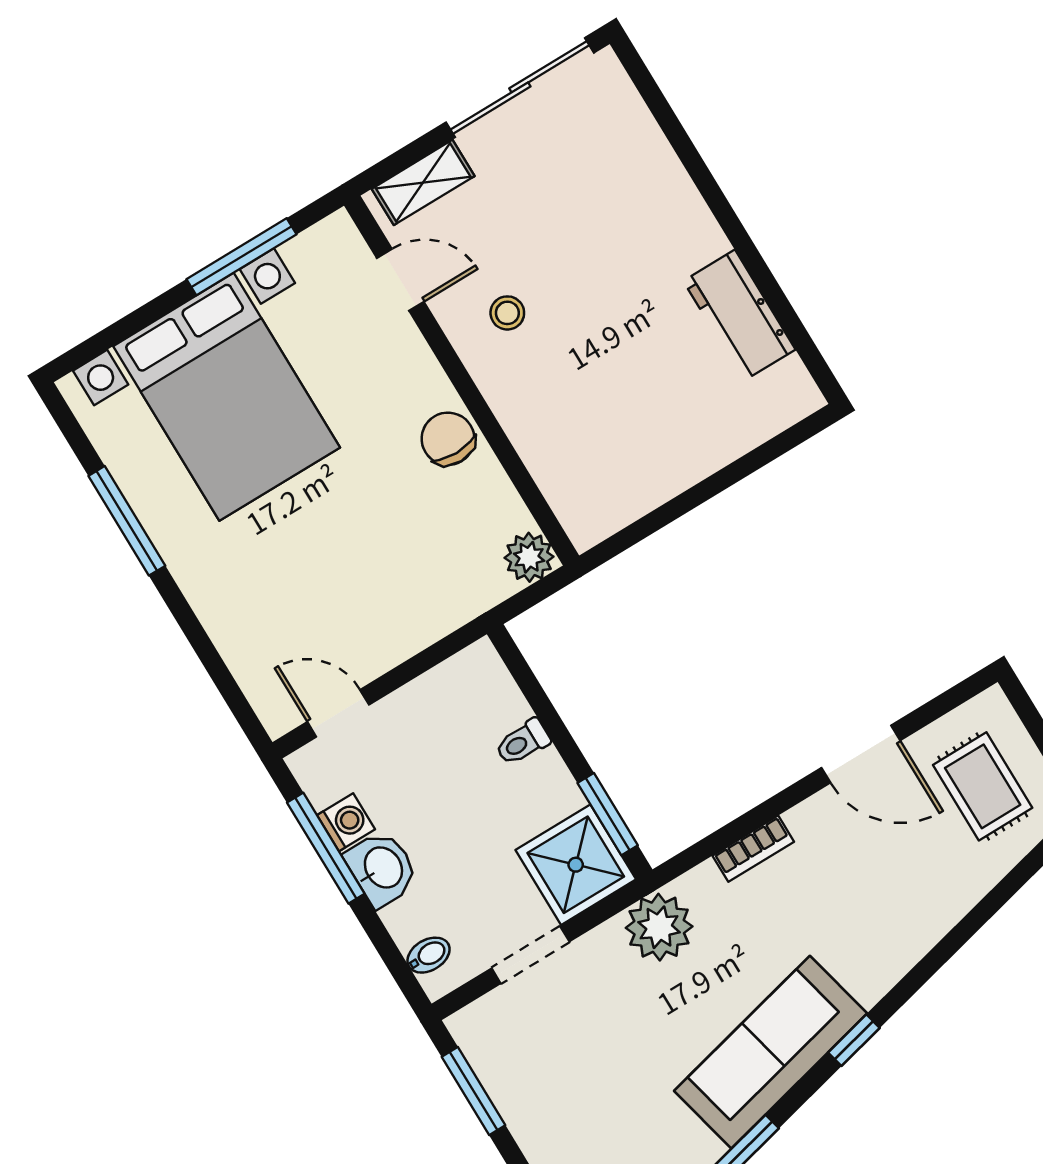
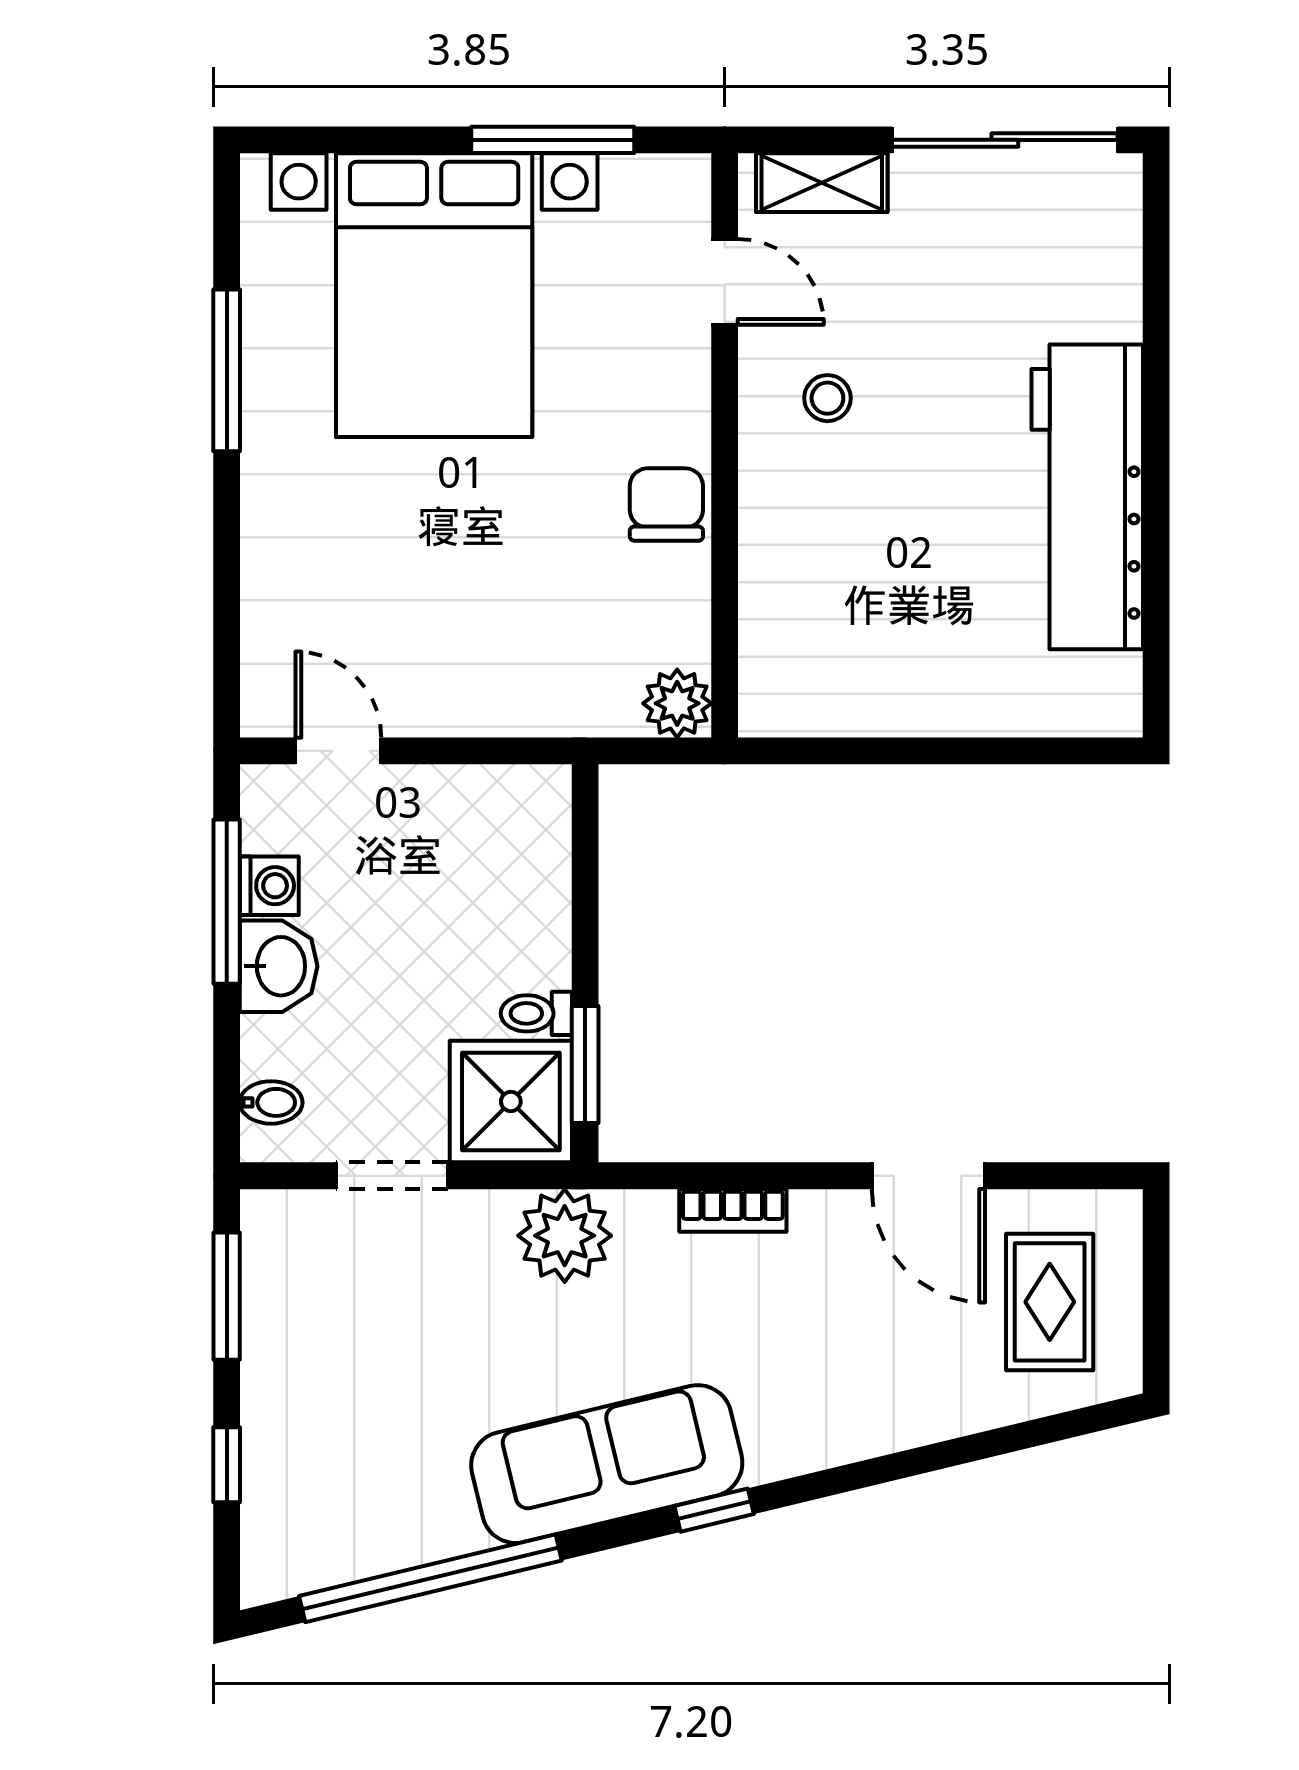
workbench: (739, 315) -> (1087, 497), width x1.88, depth x1.32
toilet: (523, 742) -> (536, 1013), moved

